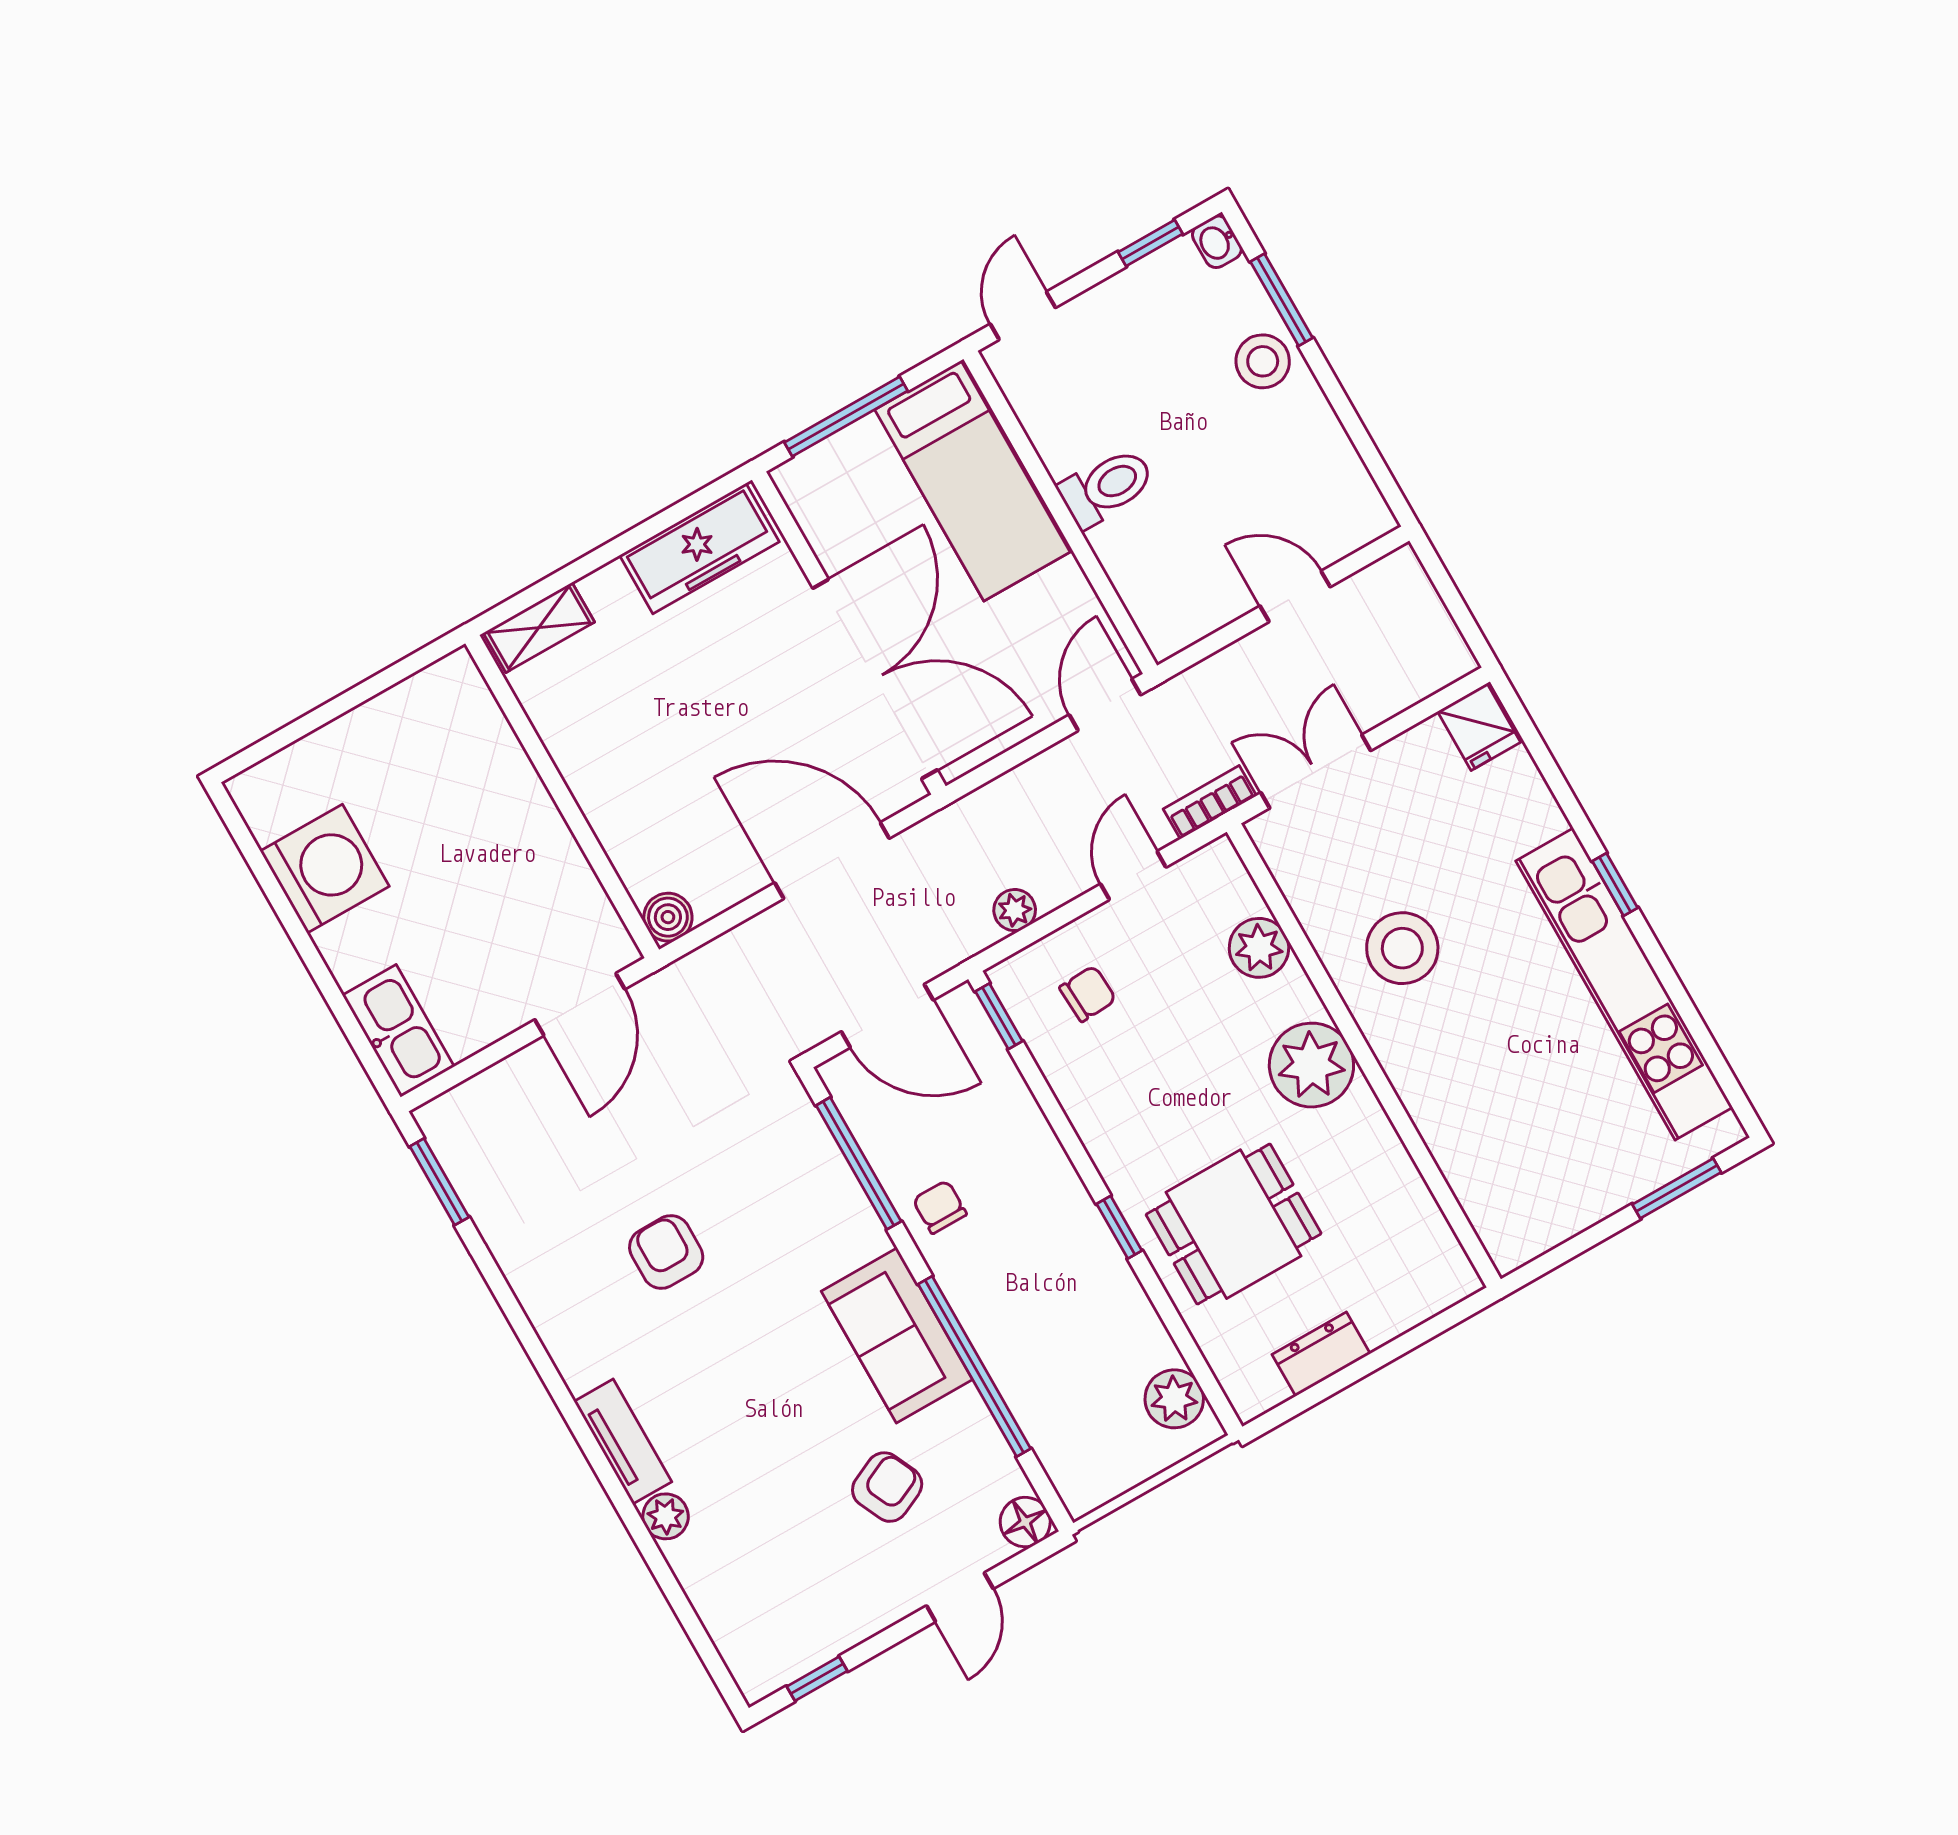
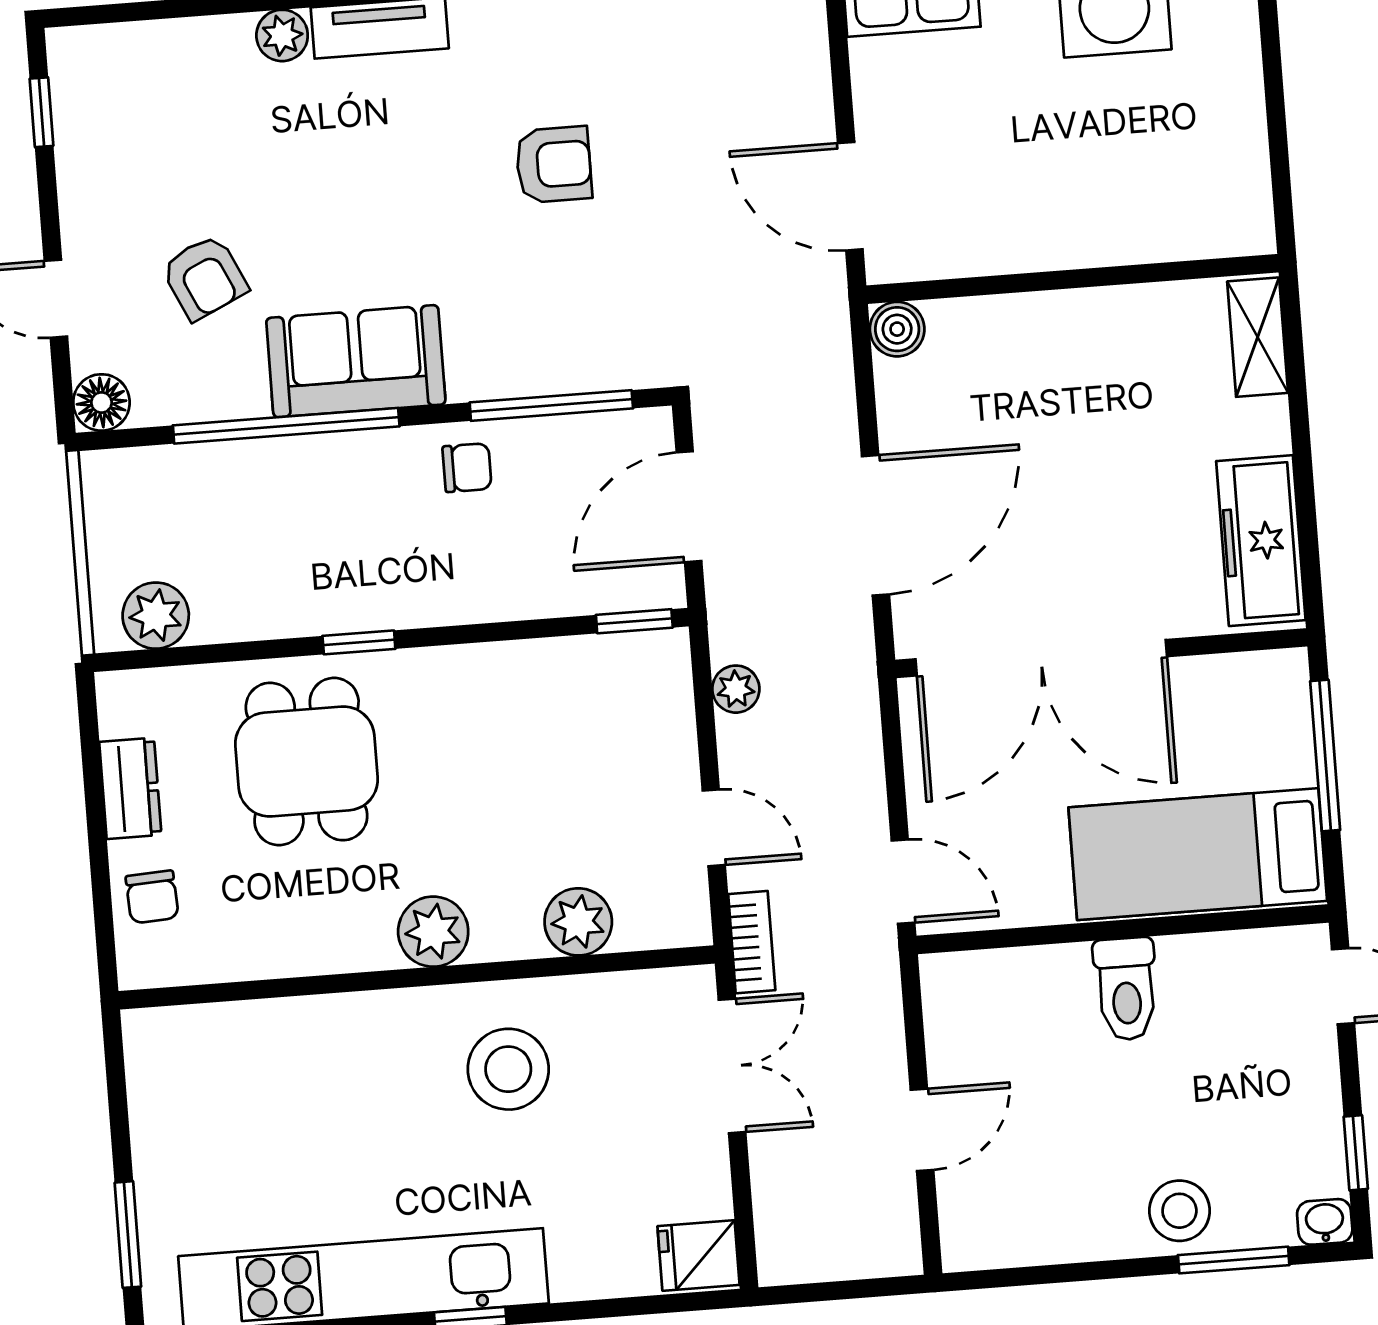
chair: (1088, 994) -> (152, 897), moved
plant: (1311, 1065) -> (433, 932), width x0.73, depth x0.73

